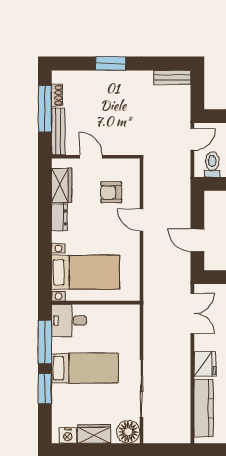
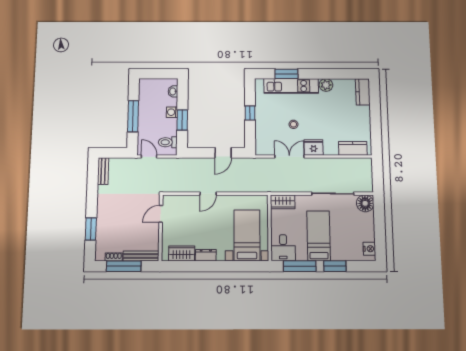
window: (111, 64) -> (91, 229), moved
door: (91, 157) -> (161, 214), moved
armchair: (111, 192) -> (187, 216), removed
double door: (192, 313) -> (289, 157), moved
kitchen counter: (204, 408) -> (353, 148), width x0.67
wardrobe: (94, 434) -> (283, 202), moved, turned -90

